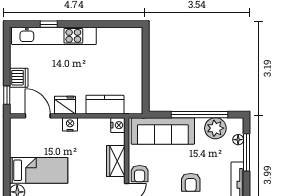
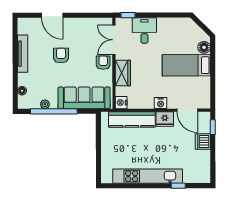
kitchen unit: (54, 36) -> (148, 176), moved
kitchen counter: (105, 105) -> (132, 119), width x1.50
plant: (215, 128) -> (45, 104), width x0.53, depth x0.53
window: (246, 152) -> (15, 80), removed

